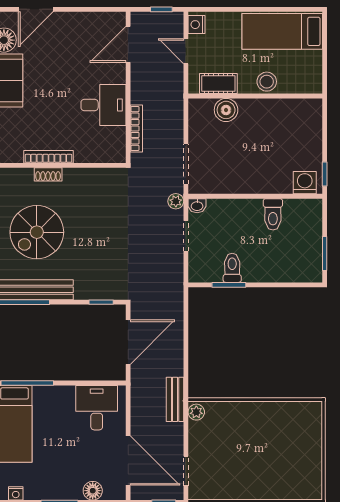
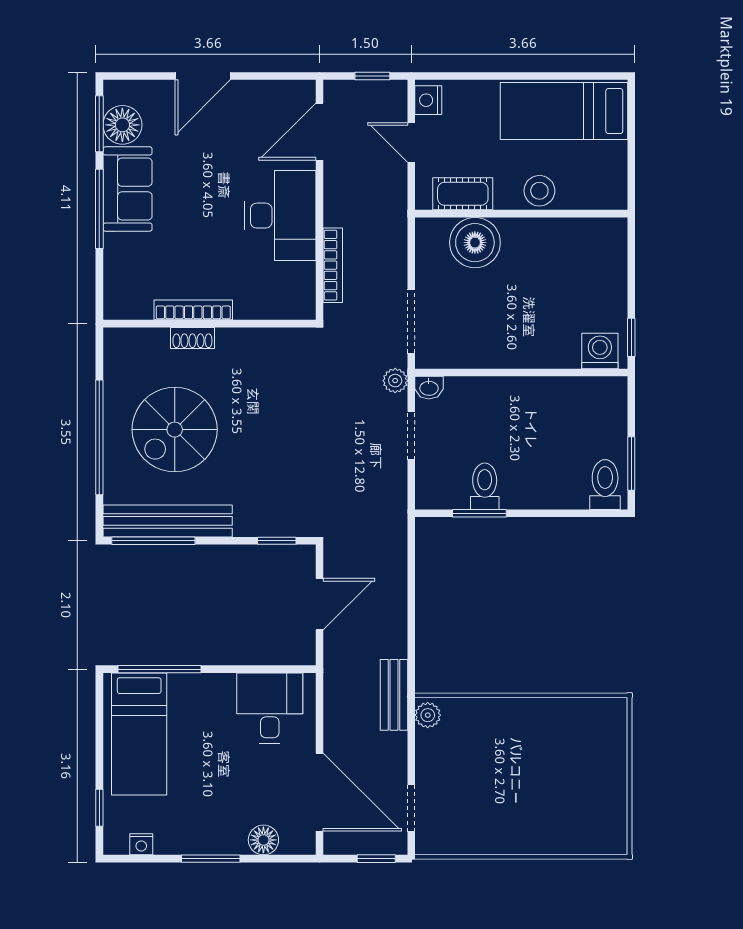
door: (36, 9) -> (203, 76), moved
desk: (103, 105) -> (280, 216), width x1.37
boiler: (226, 110) -> (475, 243), width x1.37, depth x1.37
toilet: (273, 214) -> (605, 485), moved, turned 180
door: (128, 342) -> (320, 604), width x0.73

